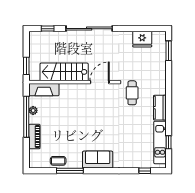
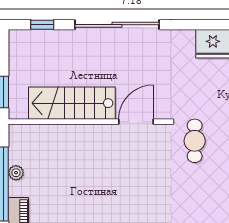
fireplace: (44, 90) -> (35, 135), removed

